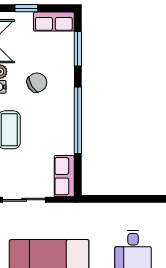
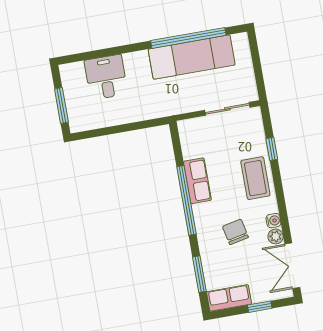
chair: (37, 83) -> (235, 232), turned 110
row of seats: (64, 176) -> (197, 181), moved

